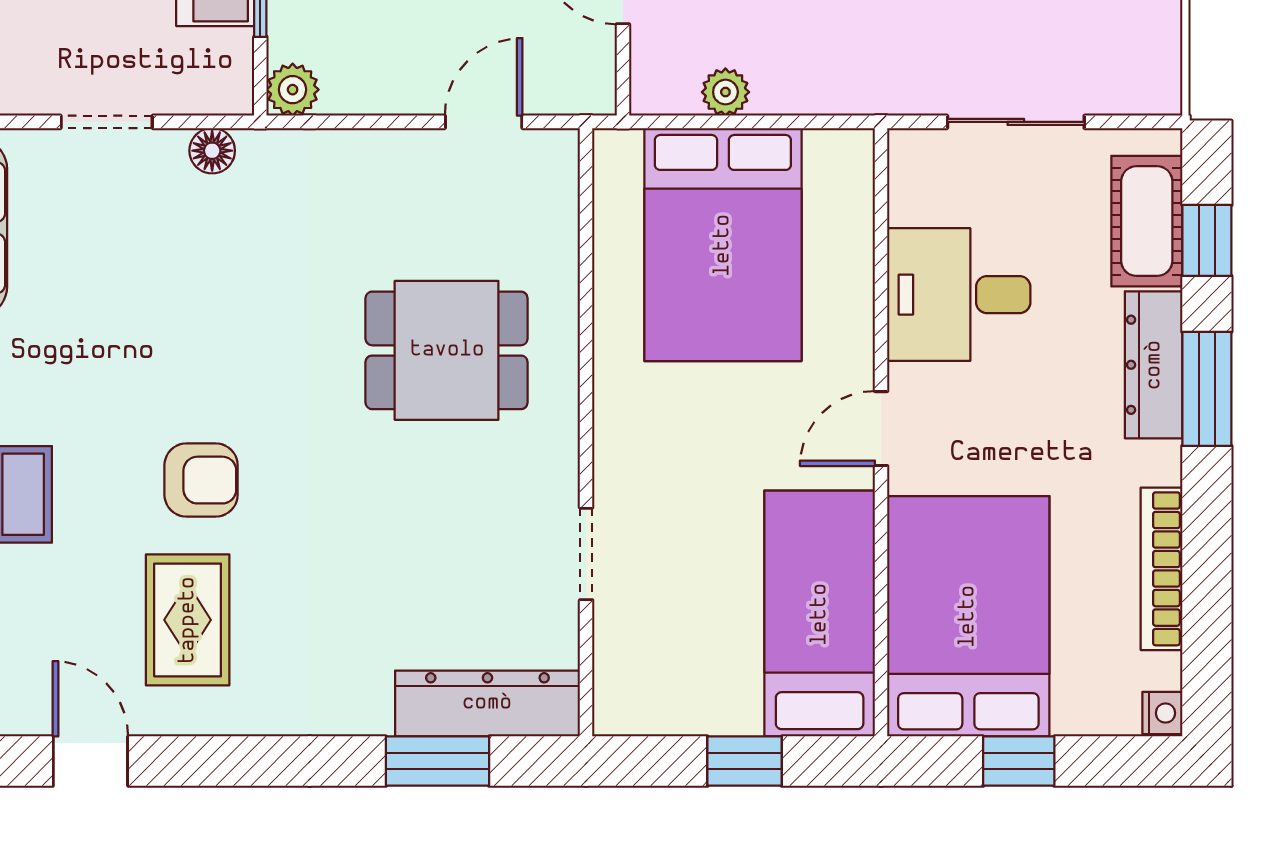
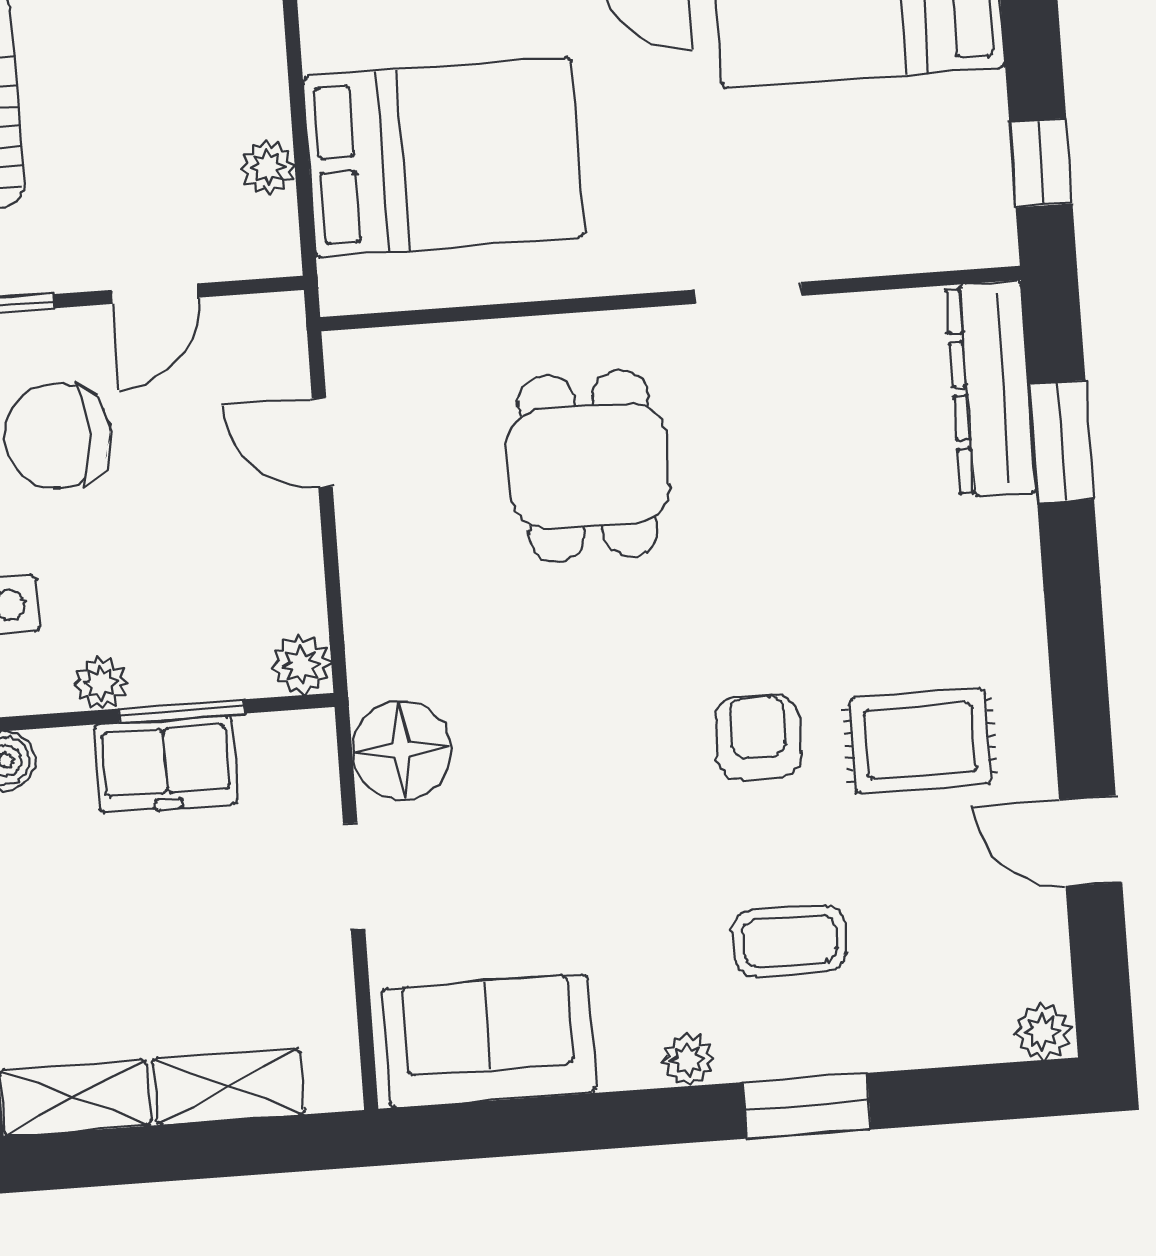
floor lamp: (212, 151) -> (402, 751), width x1.89, depth x1.89
doorway: (586, 554) -> (748, 293), moved
door: (90, 761) -> (1091, 841), hinge flipped
window: (745, 761) -> (1041, 163), moved

